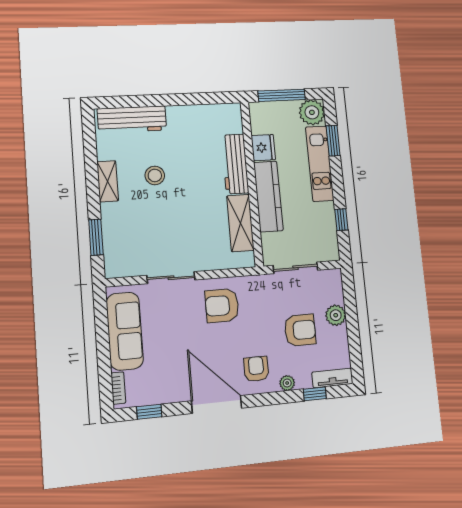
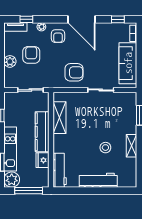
workbench: (132, 119) -> (98, 180), moved
workbench: (235, 164) -> (60, 170), moved
armchair: (300, 330) -> (31, 55), turned 90

